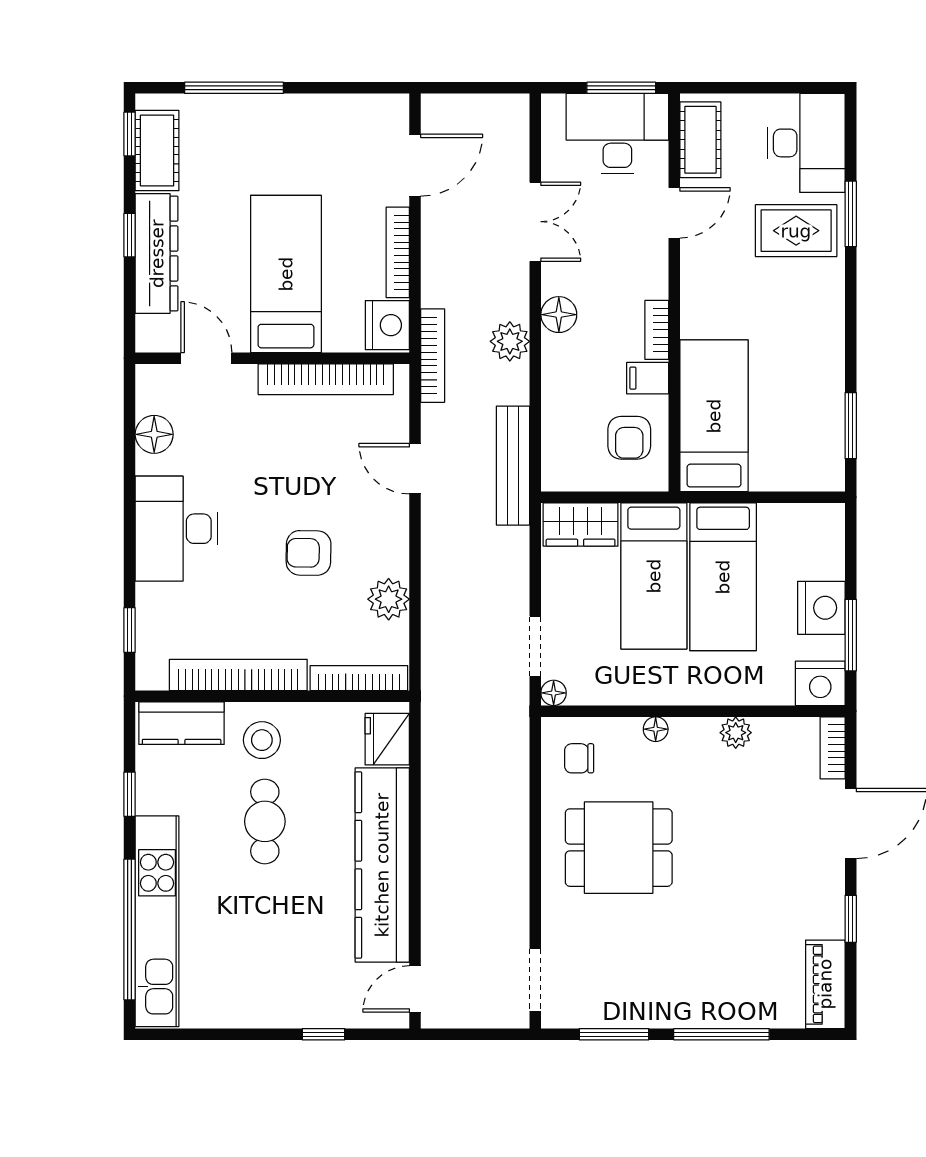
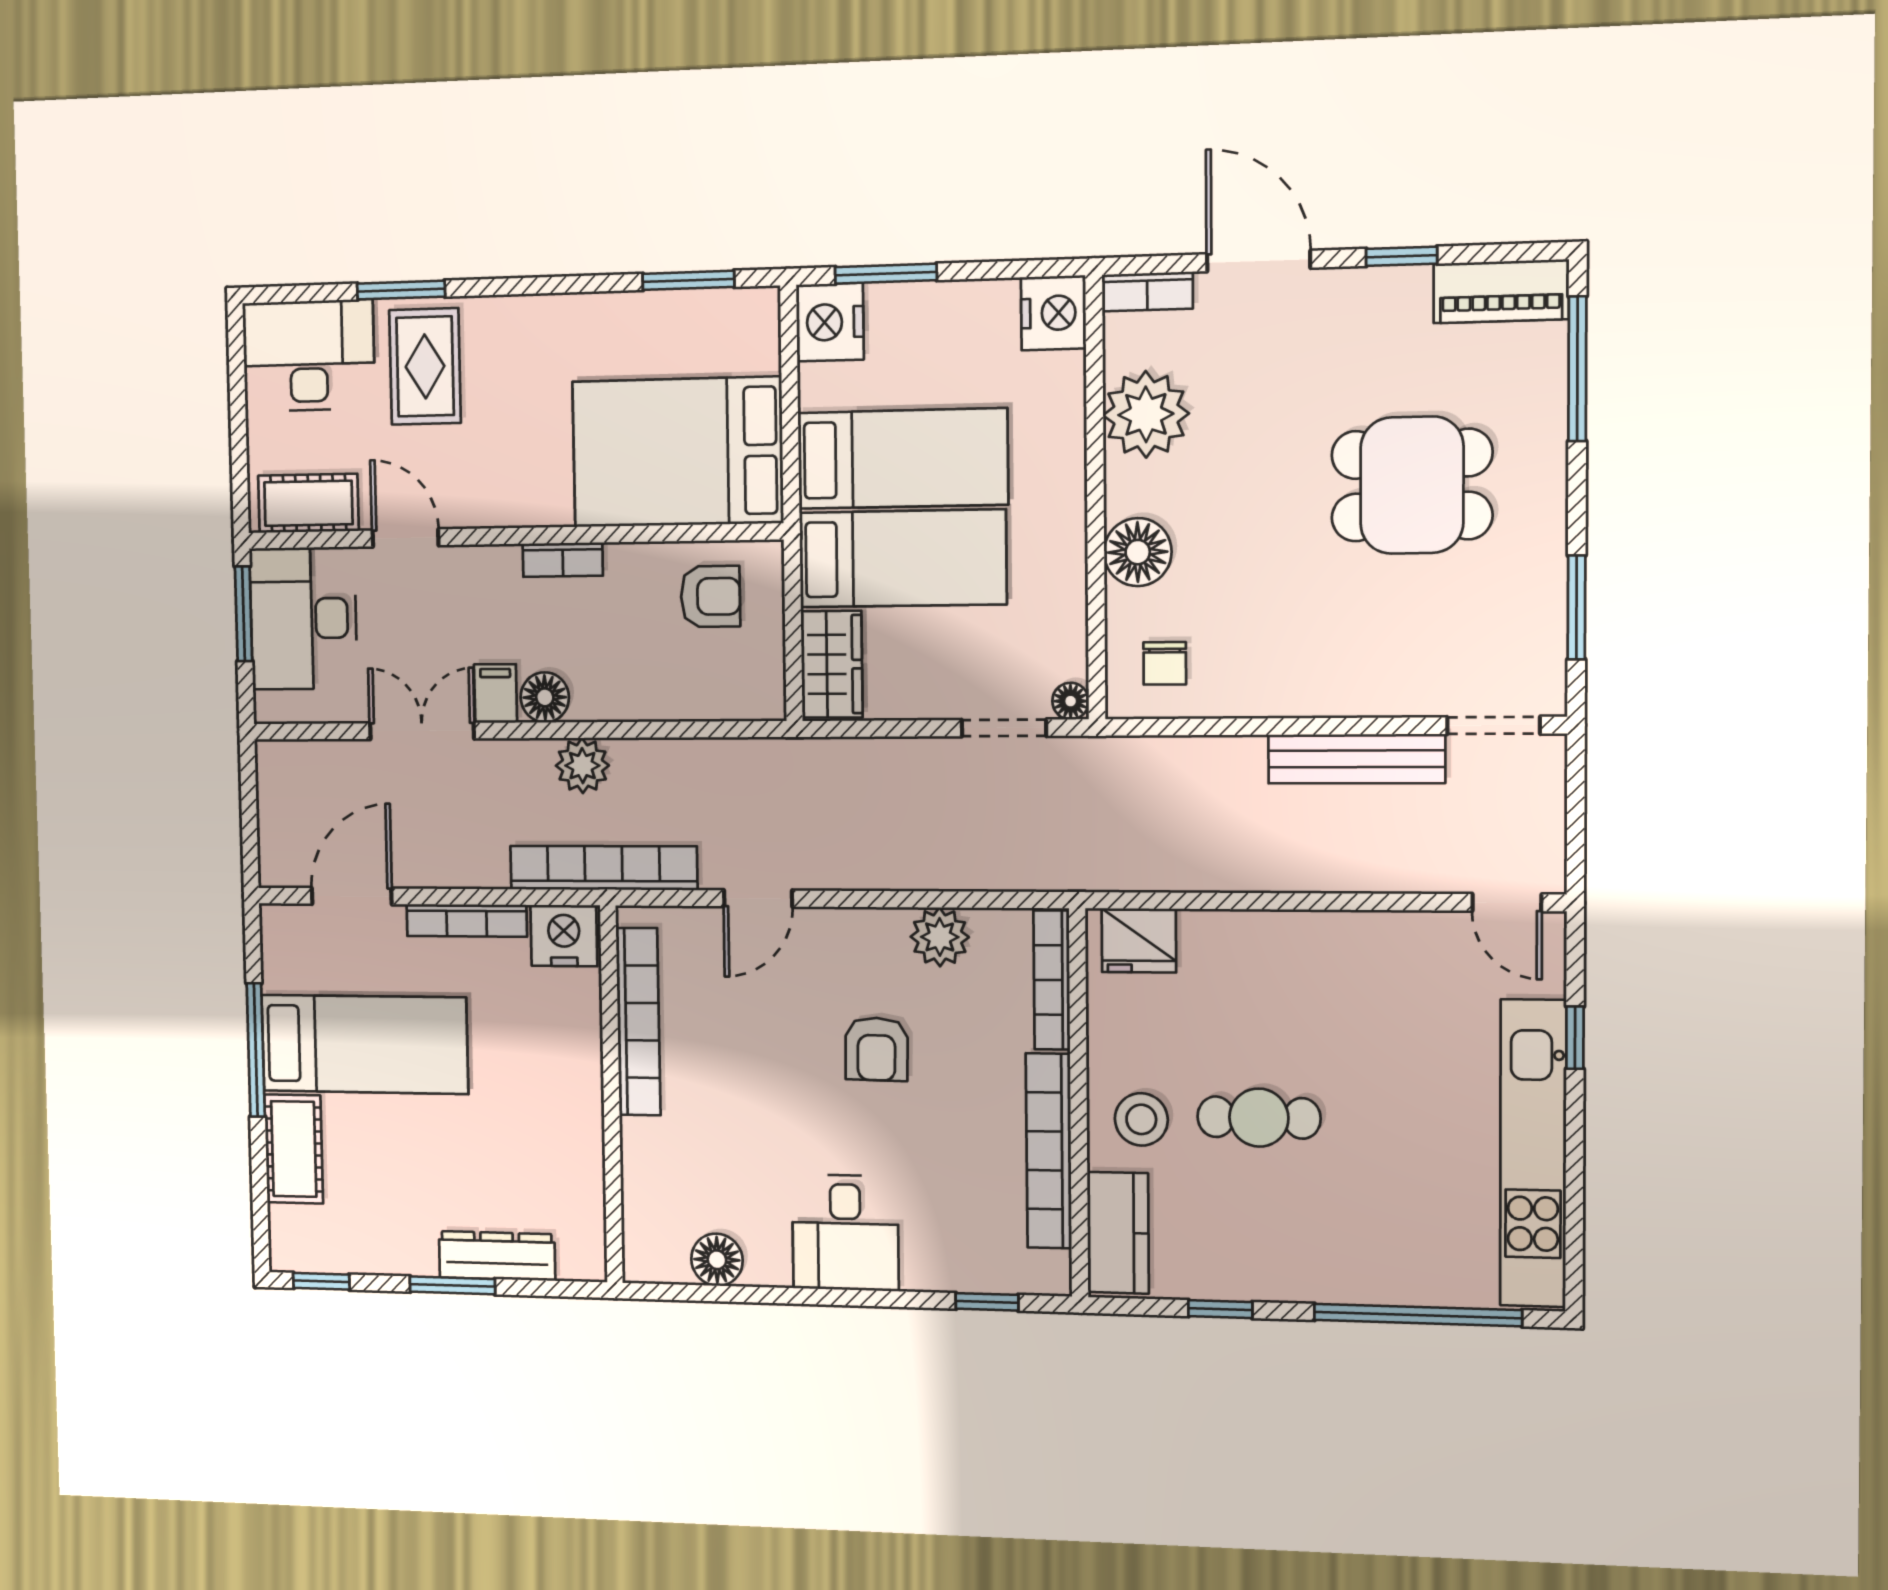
window: (234, 88) -> (256, 1050), moved
cot: (157, 151) -> (294, 1149), moved, turned 90
door: (415, 165) -> (352, 896), hinge flipped
window: (130, 235) -> (452, 1285), width x1.50
dresser: (157, 254) -> (497, 1256), width x0.73, depth x0.80
bed: (286, 274) -> (364, 1044), moved, turned 180
bookcase: (433, 356) -> (604, 868), width x1.48, depth x1.31
door: (206, 358) -> (613, 1185), removed
filing cabinet: (648, 378) -> (496, 693), moved, turned 180
bed: (714, 416) -> (678, 452), width x1.50
bench: (513, 466) -> (1357, 759), moved
desk: (176, 529) -> (845, 1233), width x0.73
nightstand: (821, 608) -> (830, 322), moved, turned -90
window: (851, 635) -> (886, 274), moved
floor lamp: (656, 729) -> (1138, 552), width x1.89, depth x1.89
plant: (736, 733) -> (1146, 414), width x1.87, depth x1.87
dining table: (619, 848) -> (1412, 485), moved, turned 90
kitchen counter: (382, 865) -> (1322, 949), removed
kitchen unit: (157, 921) -> (1533, 1153), moved, turned -90
window: (721, 1034) -> (1577, 369), moved

